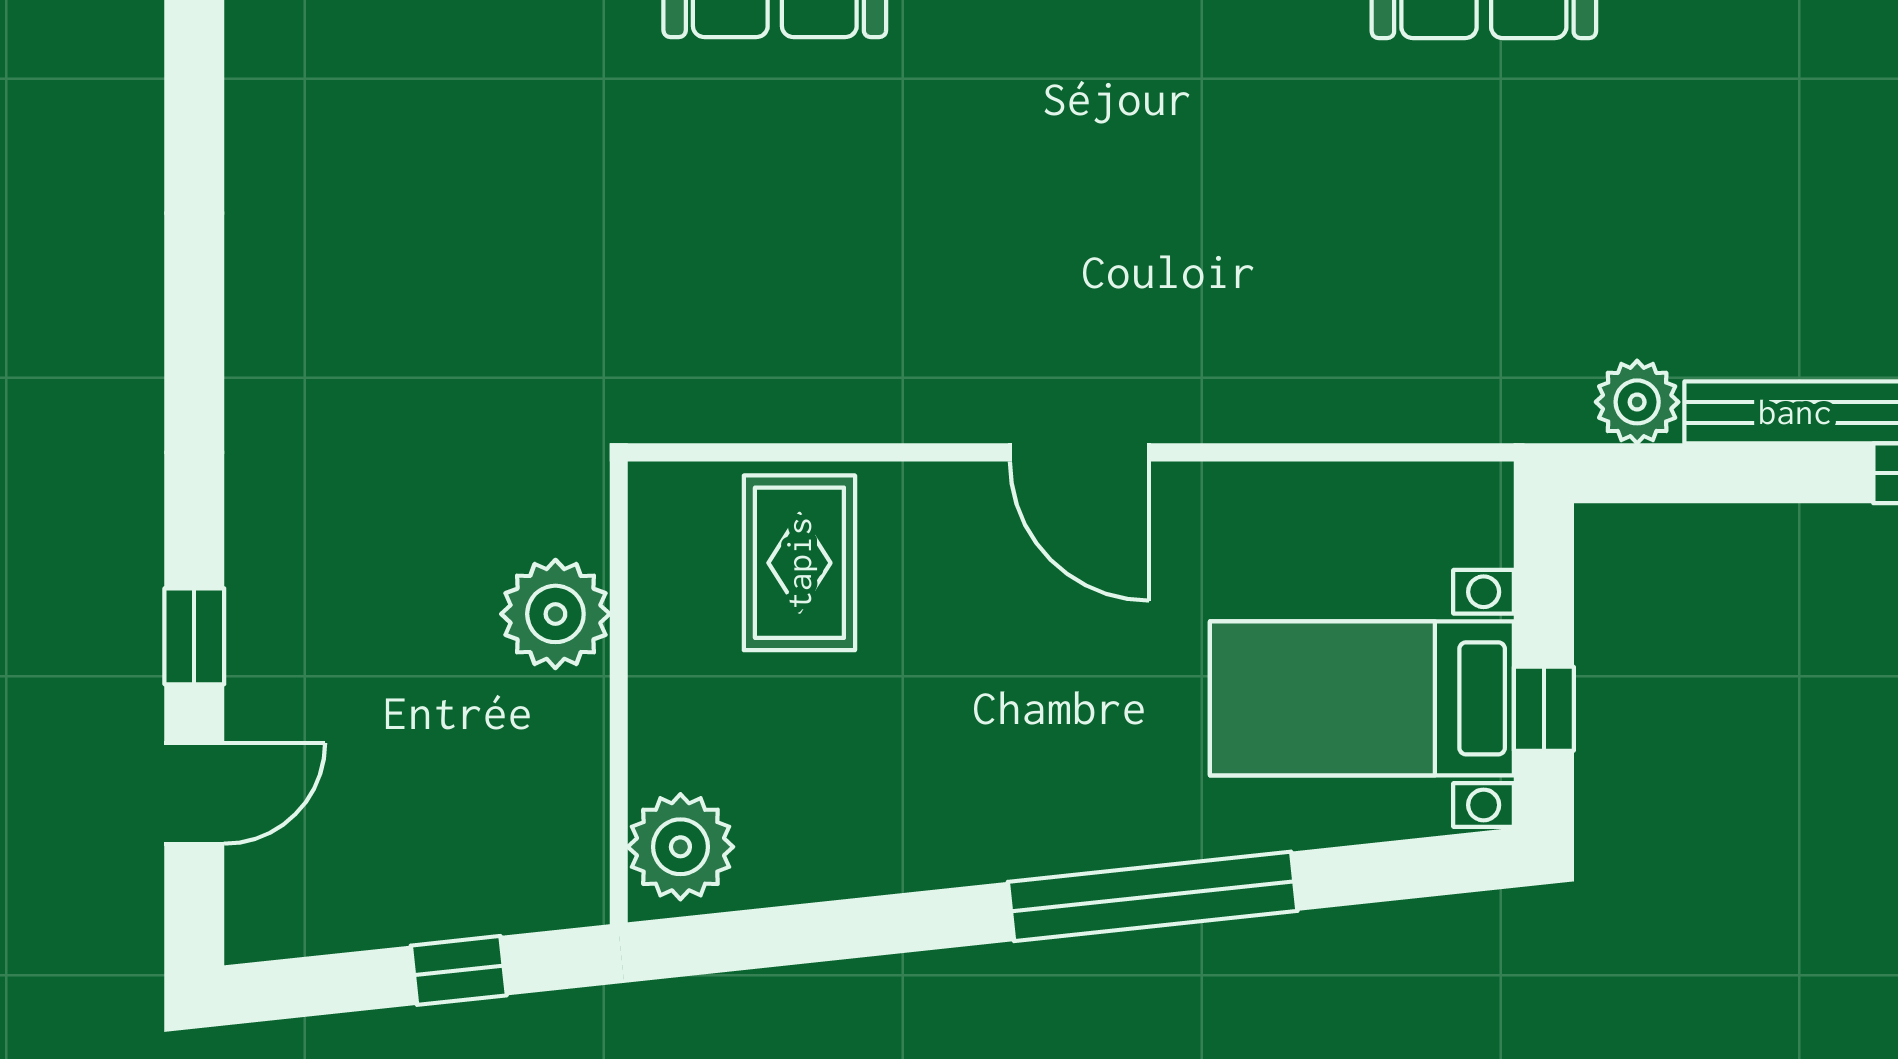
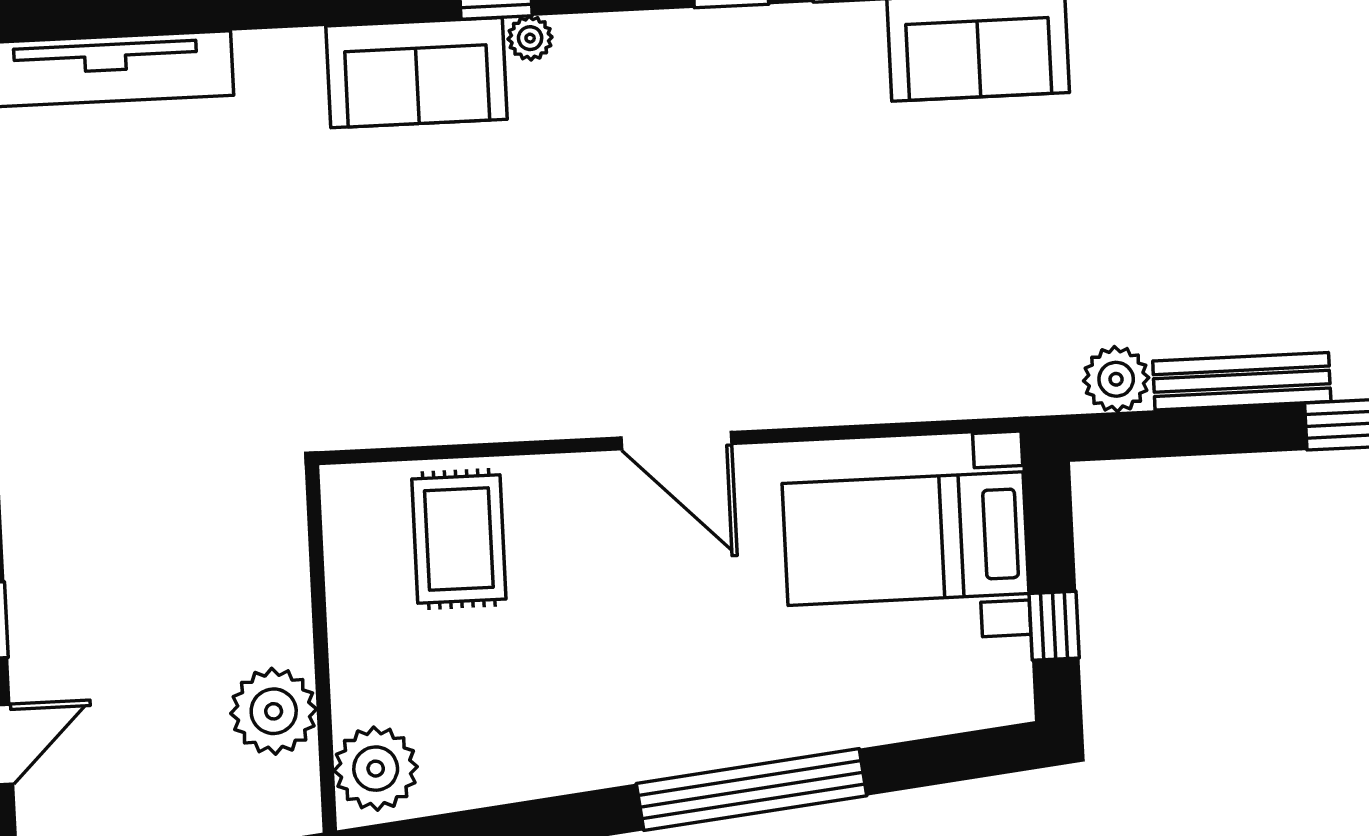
plant: (555, 614) -> (274, 711), moved
bed with nightstands: (1362, 698) -> (905, 539), moved

